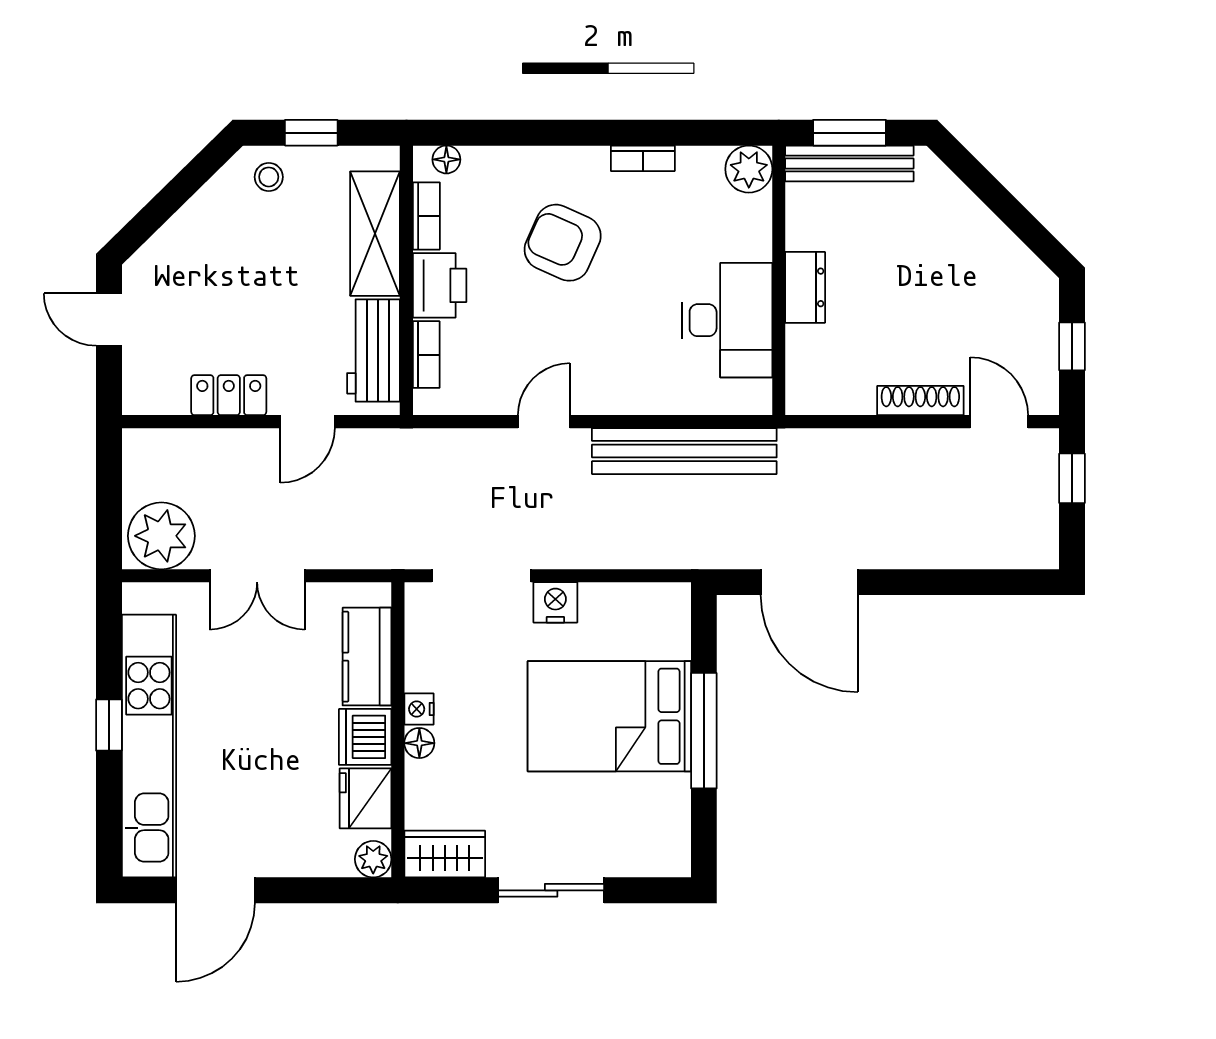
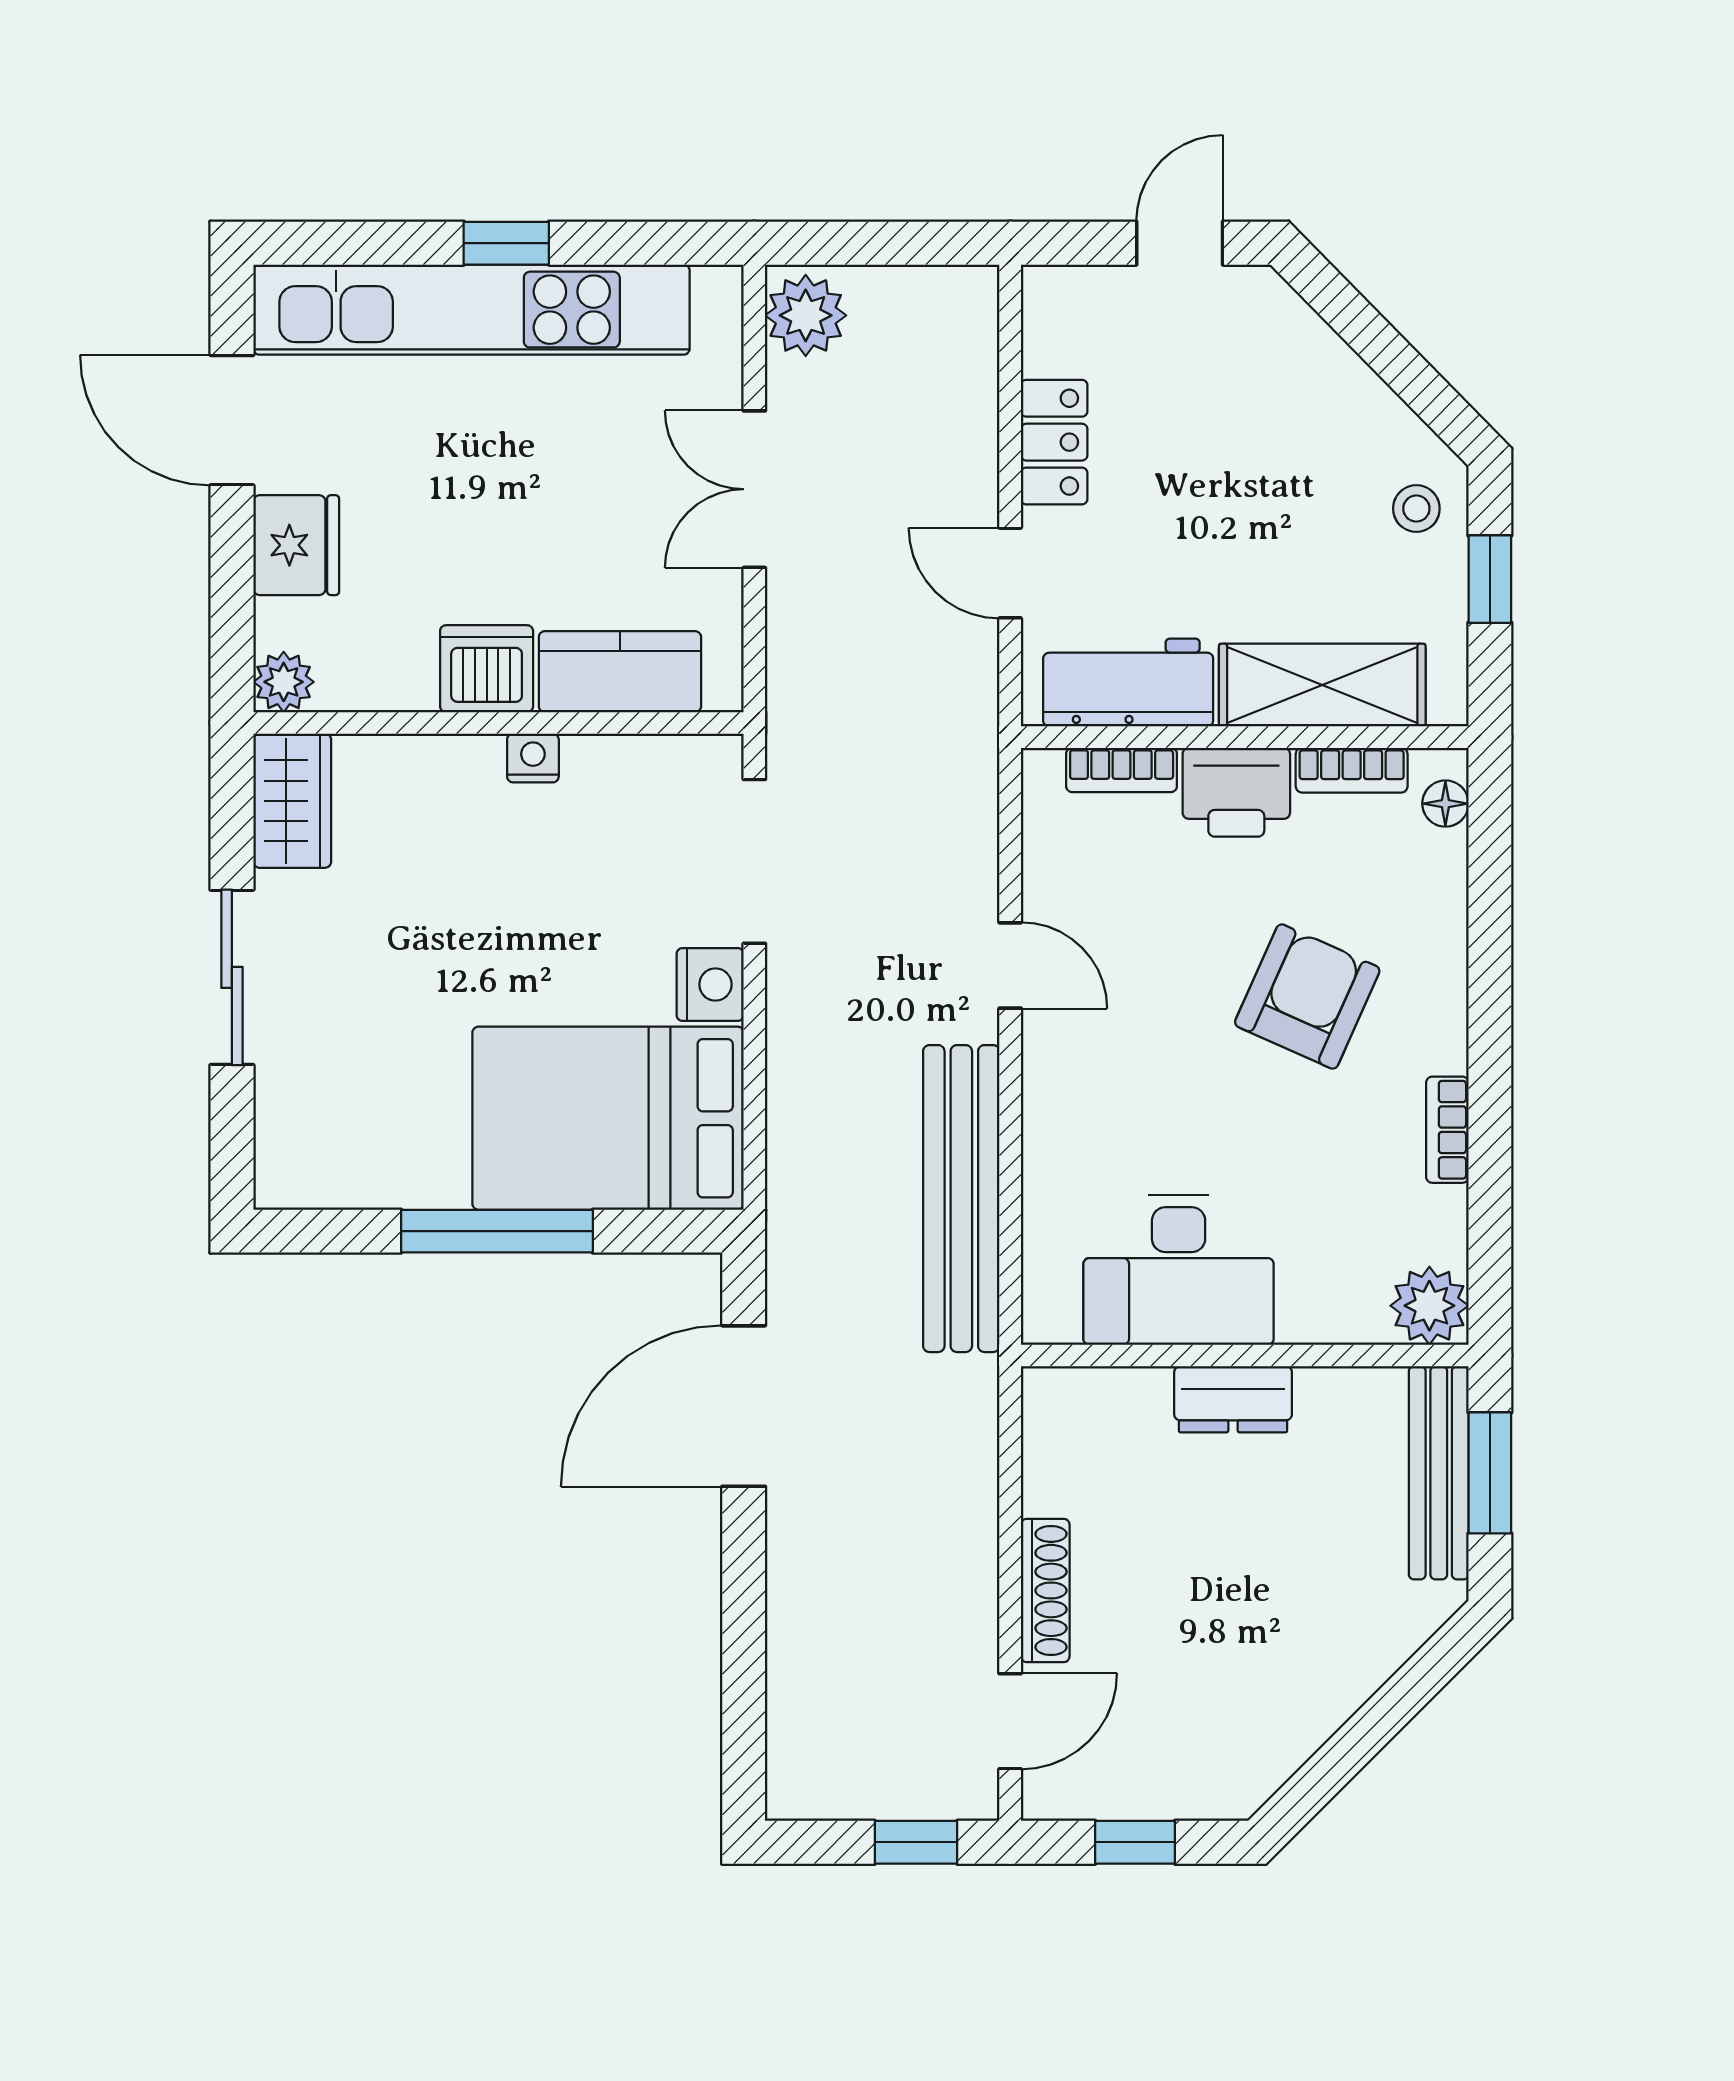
plant: (161, 536) -> (806, 315), width x0.73, depth x0.73
bed: (609, 716) -> (608, 1118), moved, turned -90
floor lamp: (419, 743) -> (476, 759), removed
fridge: (366, 798) -> (296, 545), moved, turned 90

